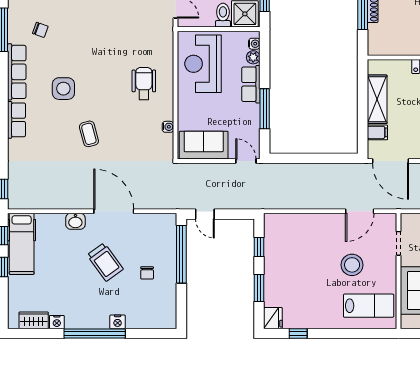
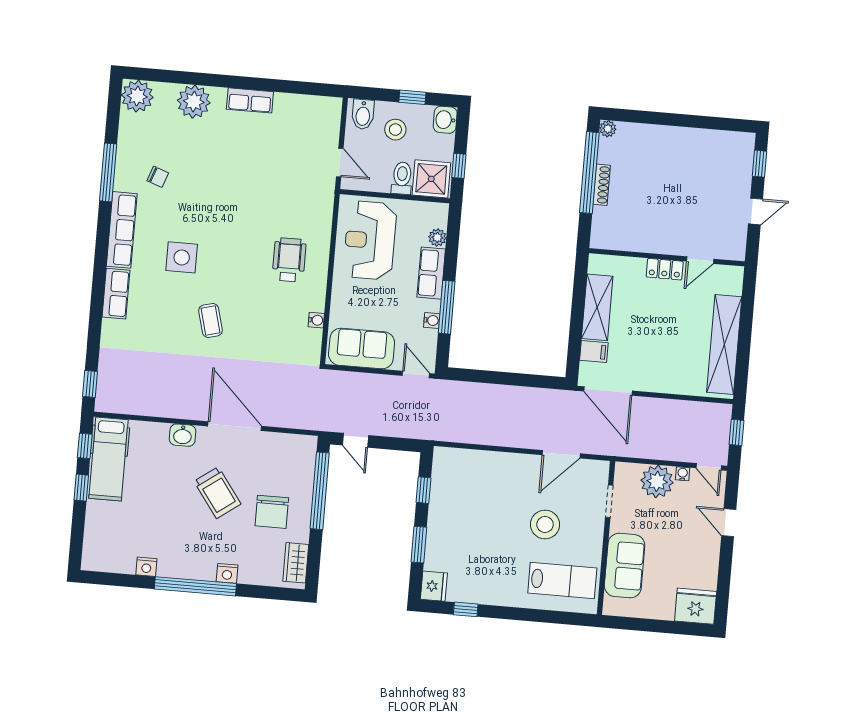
water cooler: (254, 44) -> (432, 320), moved
chair: (147, 273) -> (272, 512), width x1.87, depth x1.87
wardrobe: (34, 320) -> (296, 563), moved, turned -90

